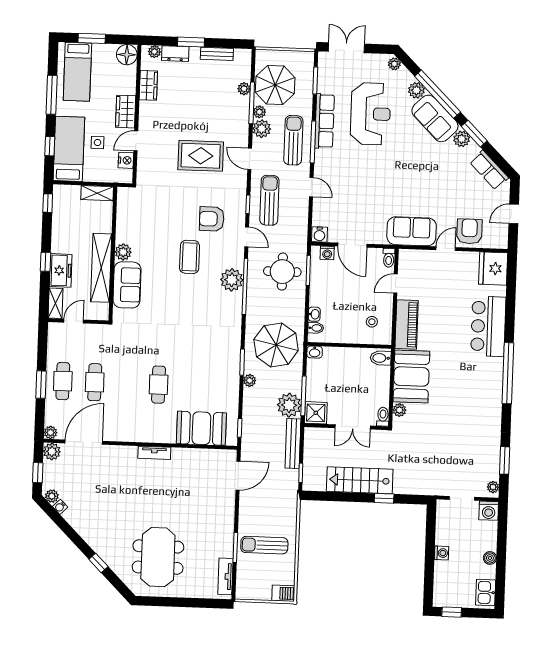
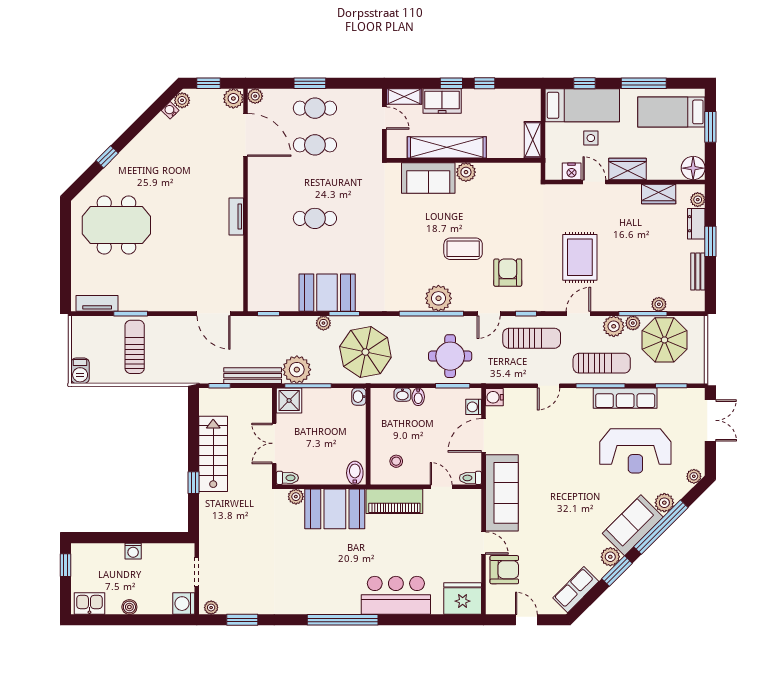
window: (48, 203) -> (485, 83), moved
sofa: (412, 231) -> (502, 493), width x1.36
bidet: (316, 328) -> (418, 397), moved
booth: (201, 428) -> (327, 293), moved, turned 90

